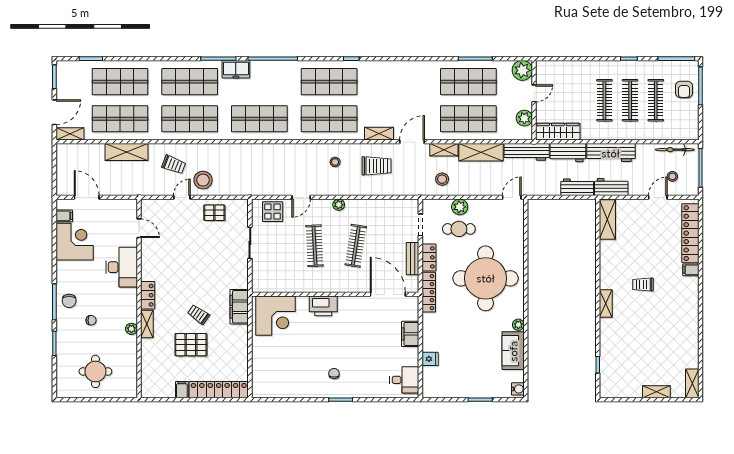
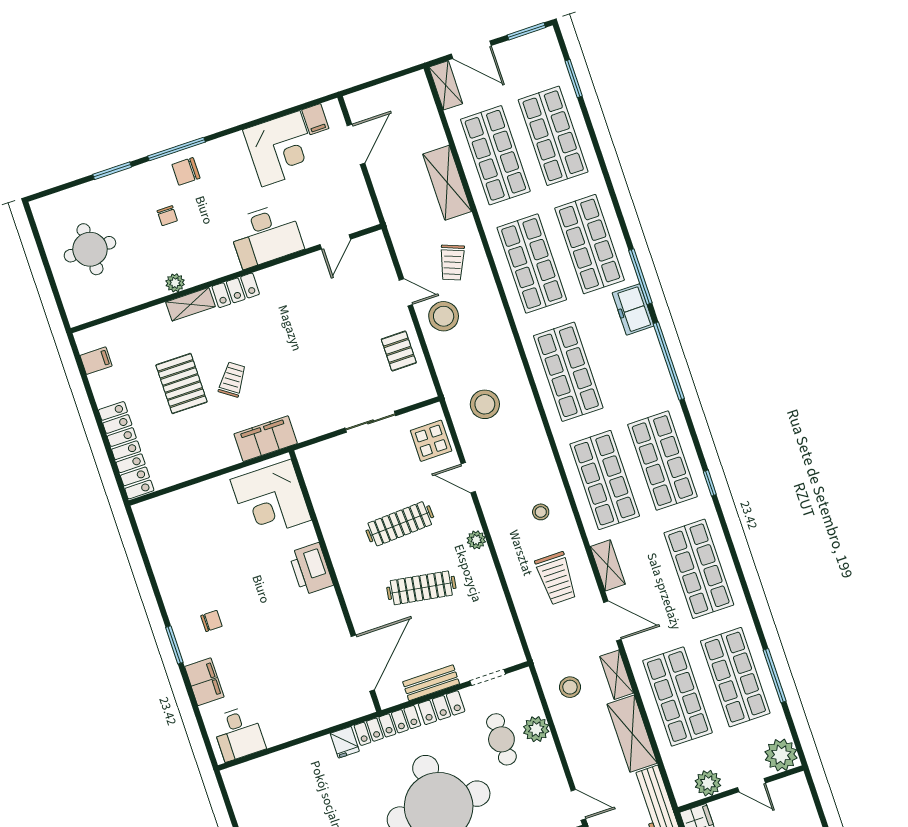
shop shelf: (399, 82) -> (699, 569), added
stool: (262, 173) -> (485, 404), added
filing cabinet: (410, 334) -> (204, 682), moved, turned 90
fridge: (430, 359) -> (345, 742), moved
filing cabinet: (182, 390) -> (96, 361), moved

